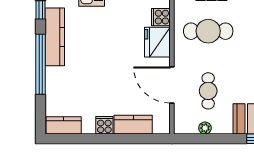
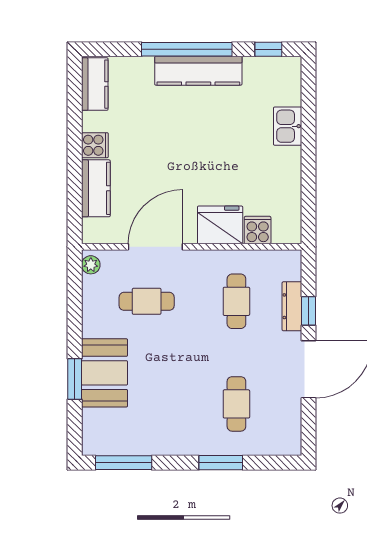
cafe table: (208, 31) -> (236, 301), width x0.73, depth x0.74
kitchen counter: (55, 37) -> (198, 71), moved
plant: (205, 128) -> (91, 265), moved

